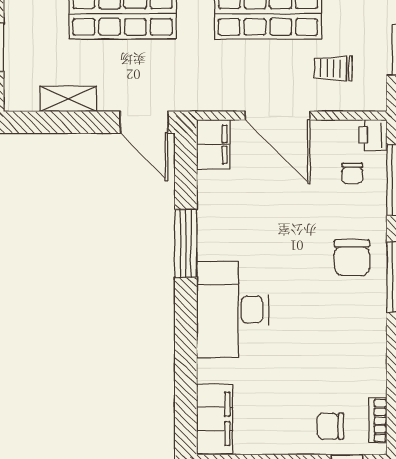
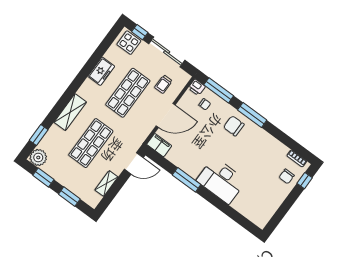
chair: (352, 258) -> (234, 126), turned 180
filing cabinet: (215, 419) -> (255, 215), removed

